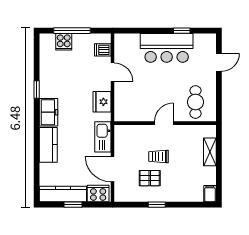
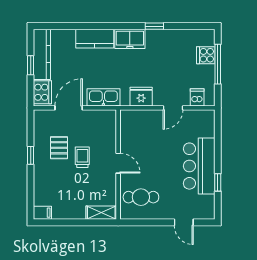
shelving: (210, 152) -> (101, 213), moved

